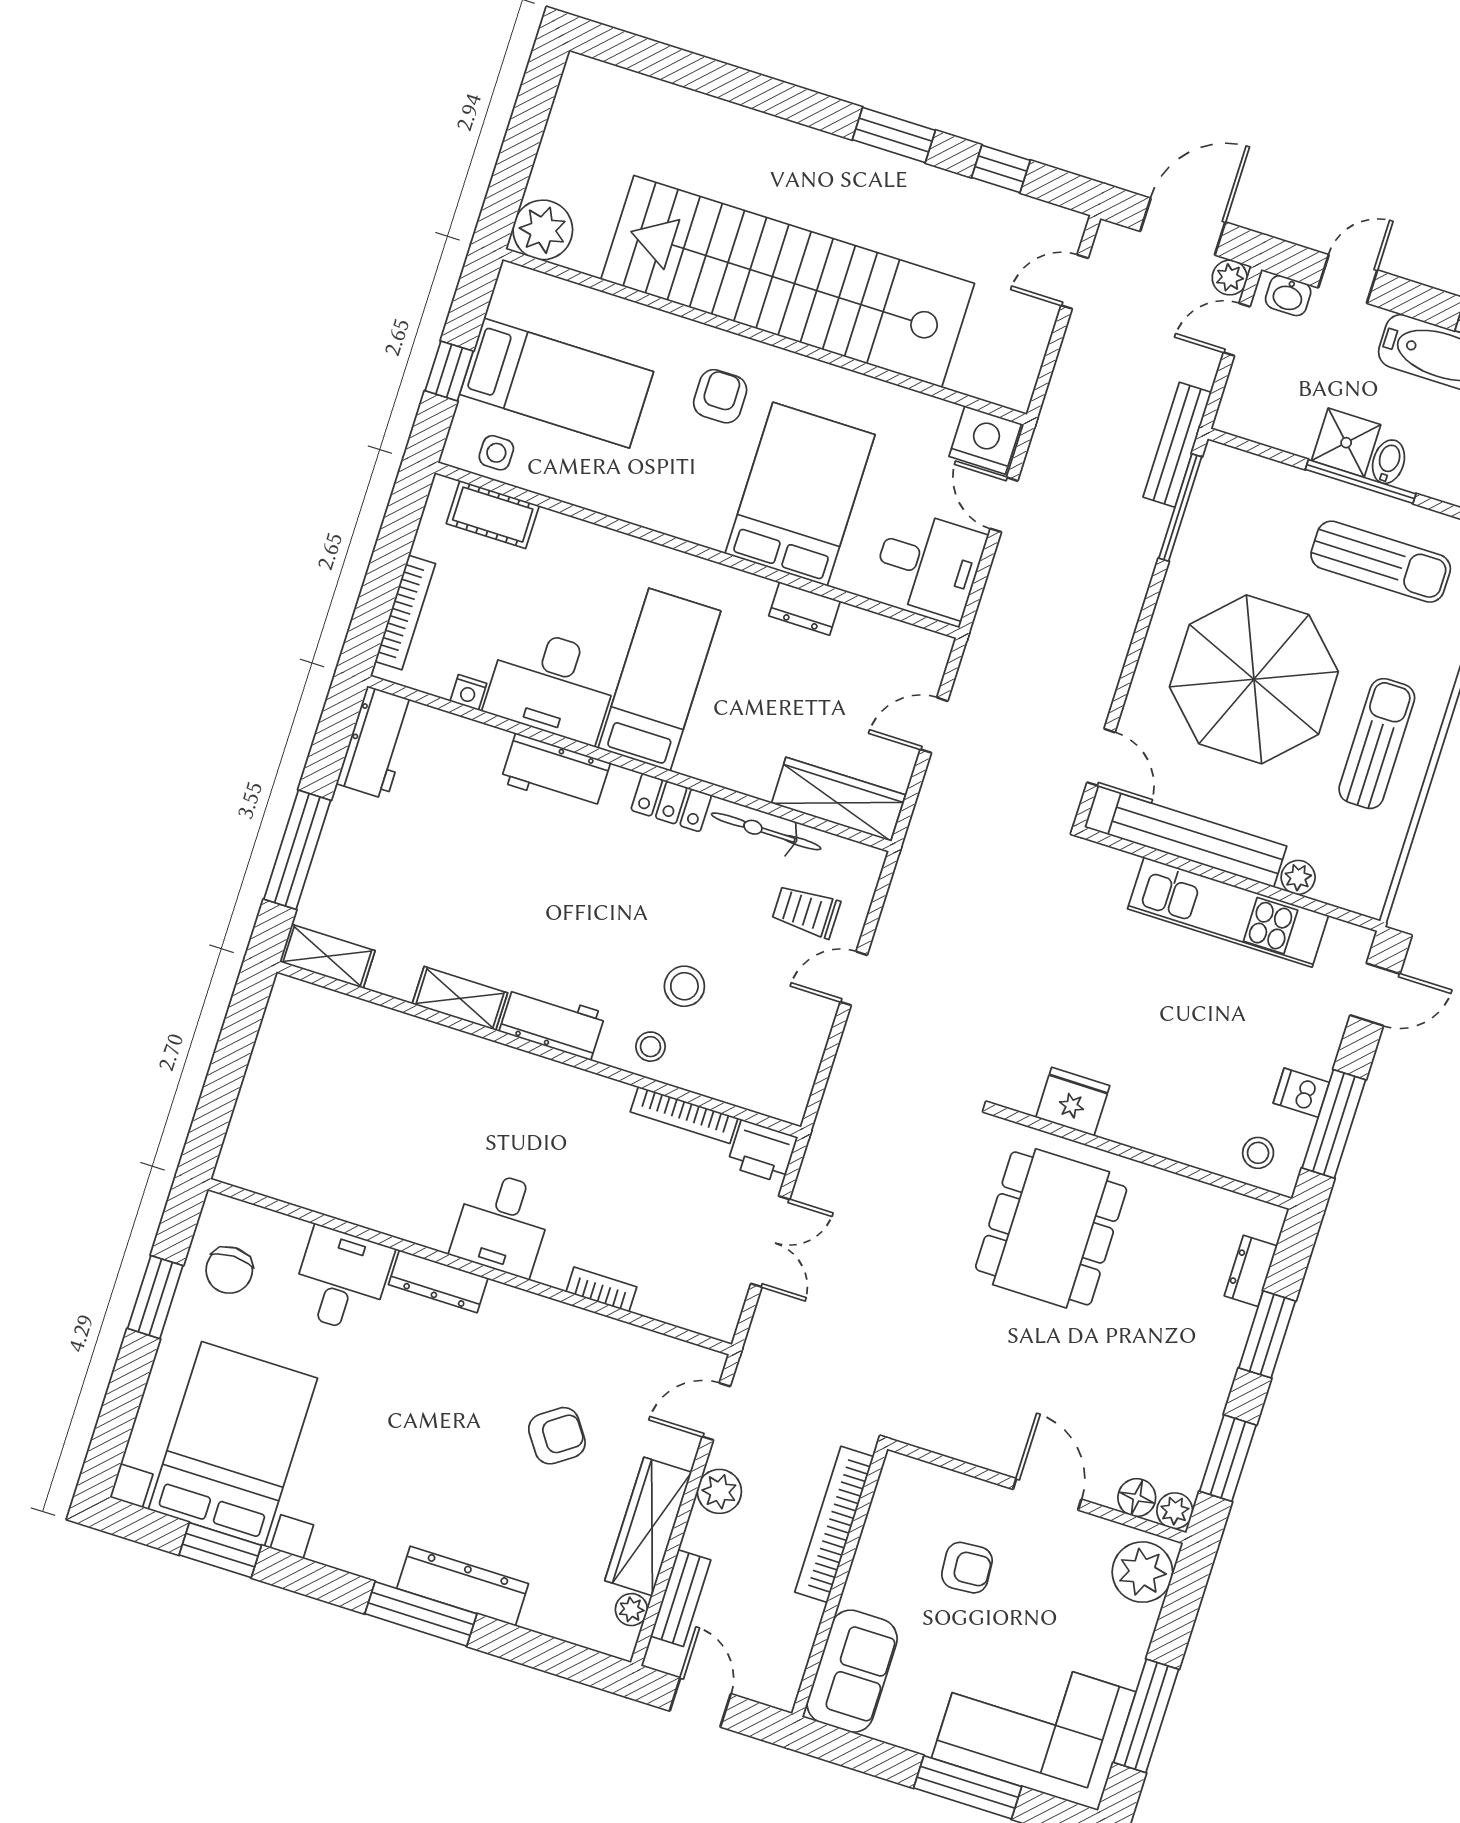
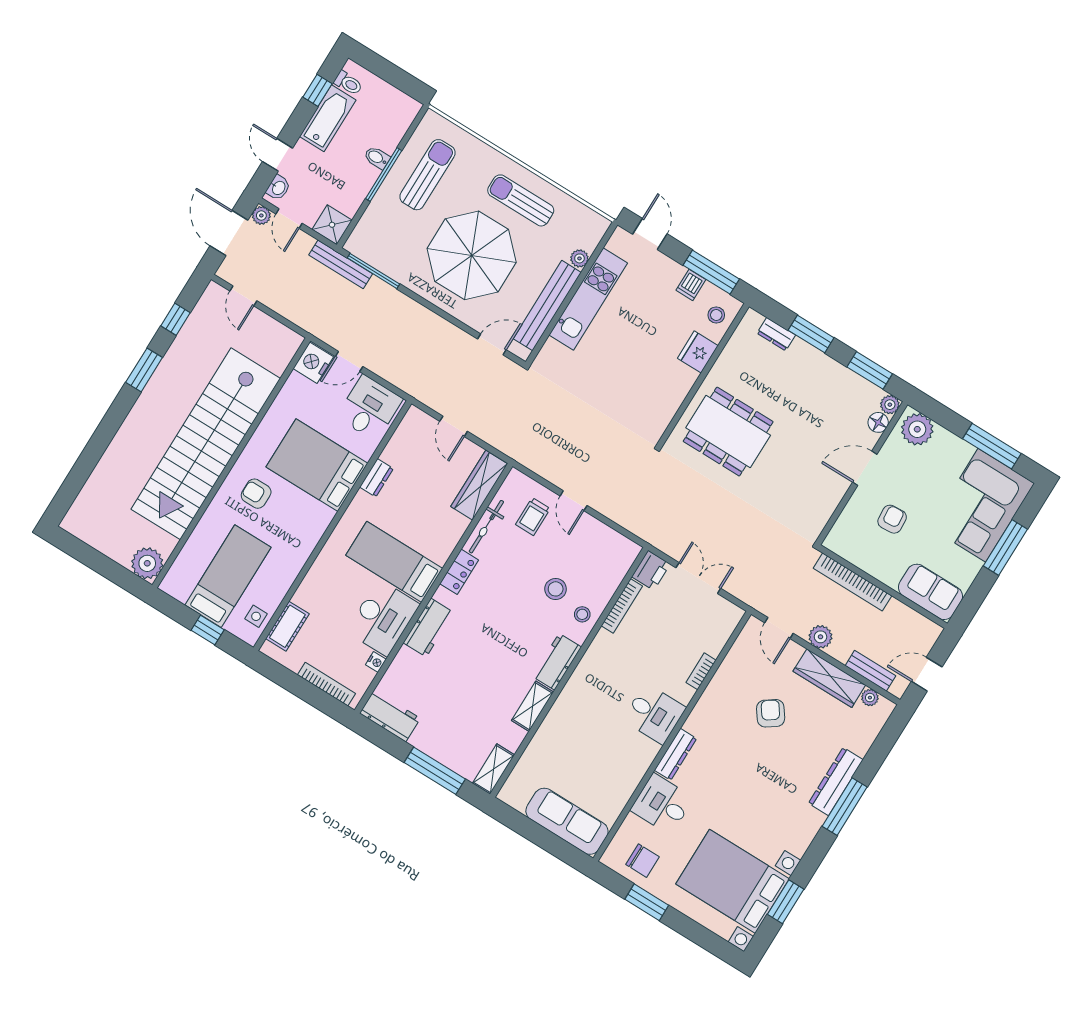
shower: (1346, 443) -> (332, 225), moved
fridge: (1073, 1102) -> (698, 352), moved
sofa: (266, 1114) -> (567, 821), added

